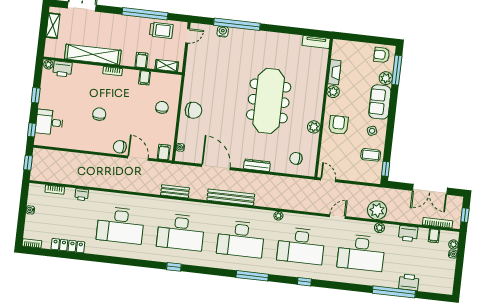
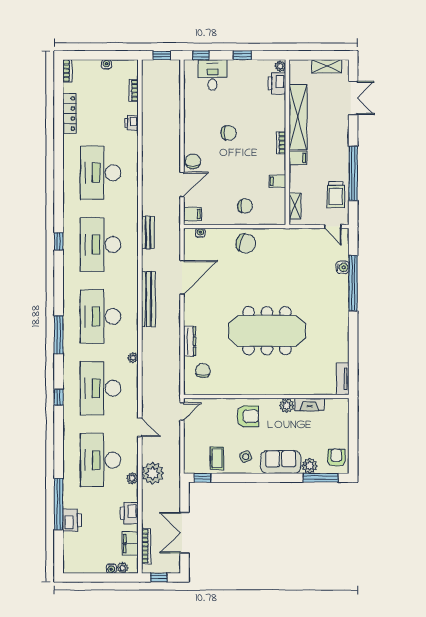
filing cabinet: (141, 60) -> (298, 158), moved
chair: (194, 110) -> (246, 243), turned -71
plant: (314, 127) -> (242, 387), removed
dresser: (257, 165) -> (190, 341), moved
filing cabinet: (434, 236) -> (130, 544), width x2.00

